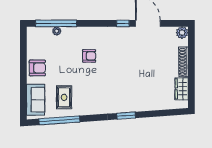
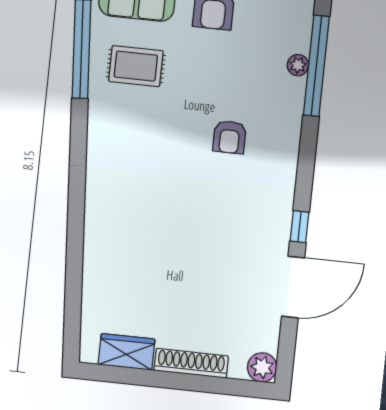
window: (126, 116) -> (76, 211), removed

